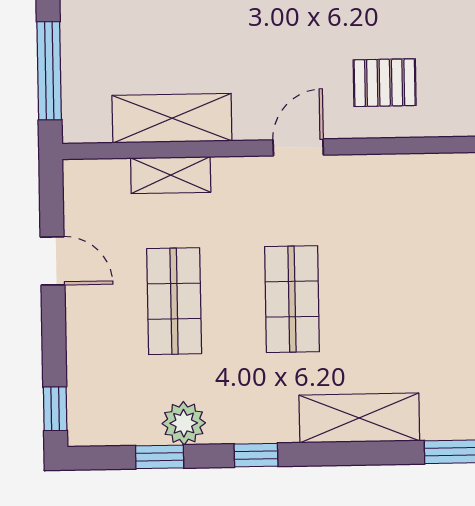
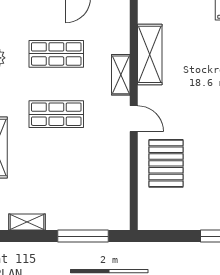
pallet: (385, 83) -> (166, 163), width x1.50, depth x1.42
shelving: (171, 175) -> (121, 75), moved

